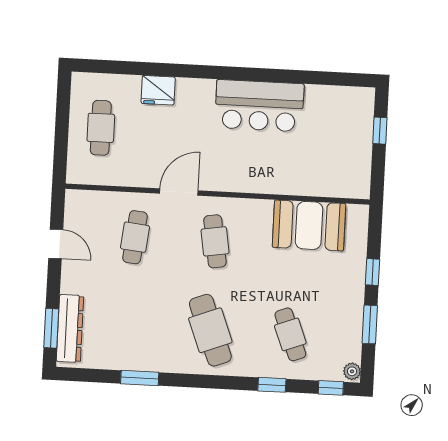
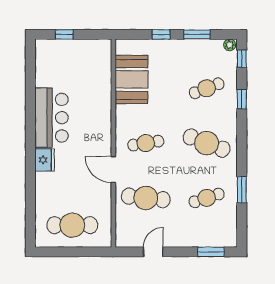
fridge: (158, 90) -> (45, 160), moved
cafe table: (101, 128) -> (72, 225), width x1.37, depth x1.35
cafe table: (135, 237) -> (146, 198), width x1.37, depth x1.35
cafe table: (130, 326) -> (207, 198), added
dresser: (70, 329) -> (210, 239), removed
cafe table: (210, 330) -> (207, 143), turned 42

